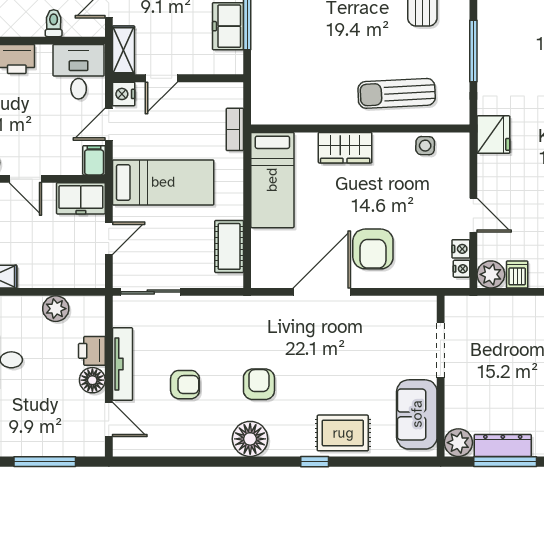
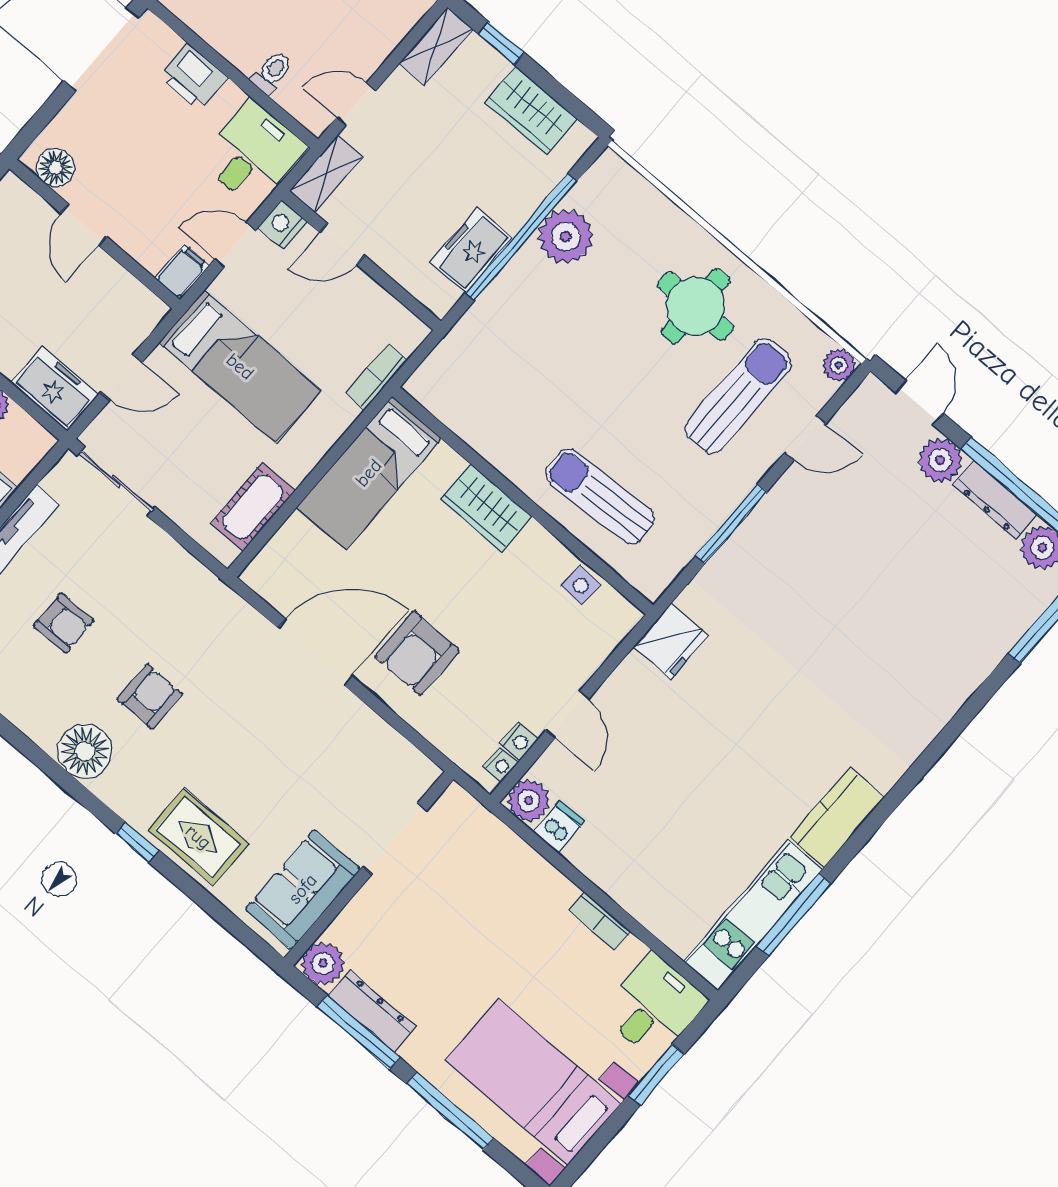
freezer: (81, 198) -> (55, 389), moved, turned 180

